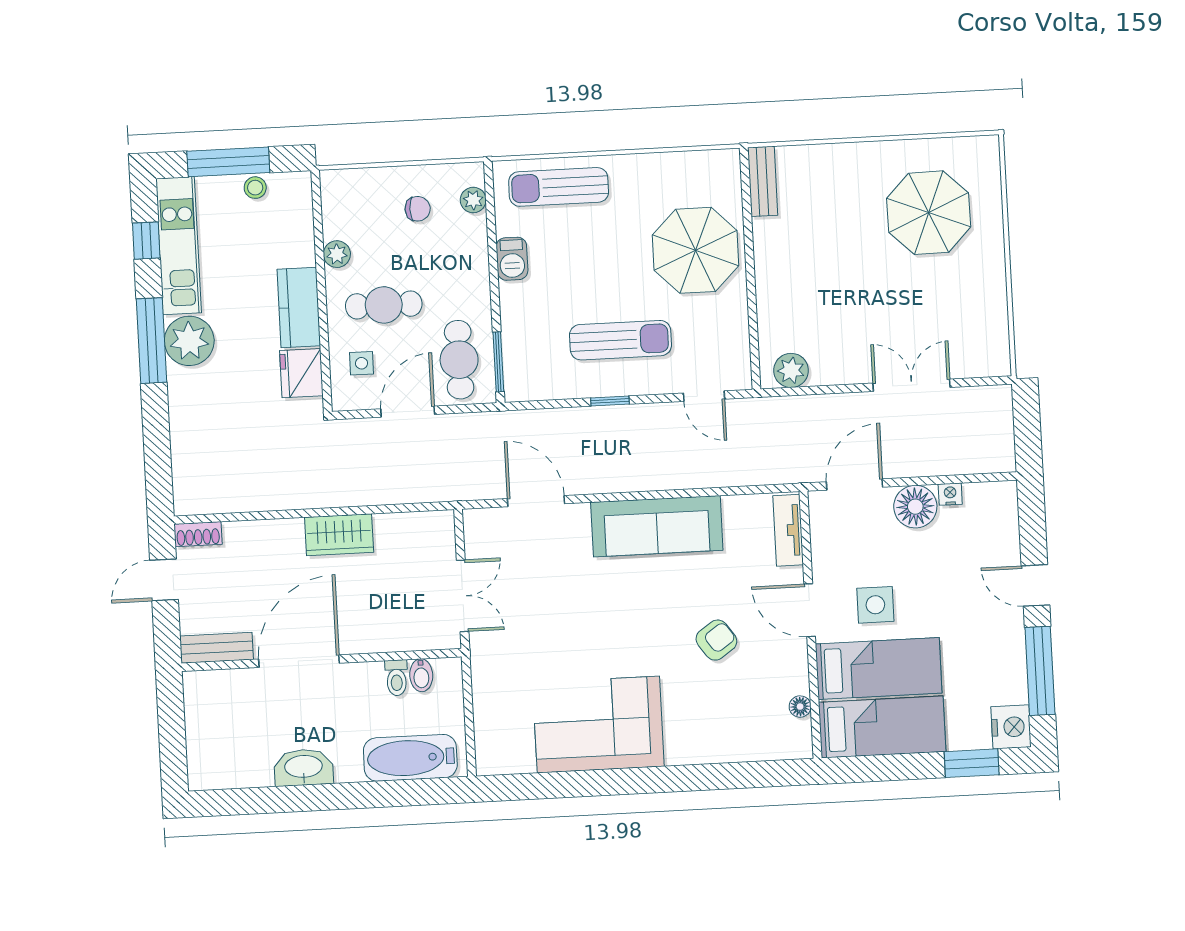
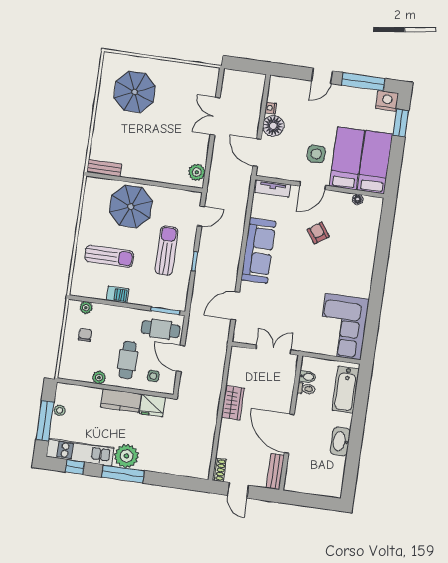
sun lounger: (559, 187) -> (109, 256), moved, turned -90
corner sofa: (598, 725) -> (343, 327), moved

